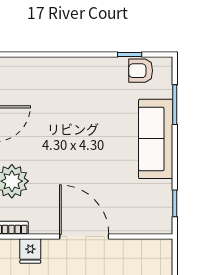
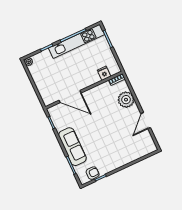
door: (84, 237) -> (70, 97), moved

